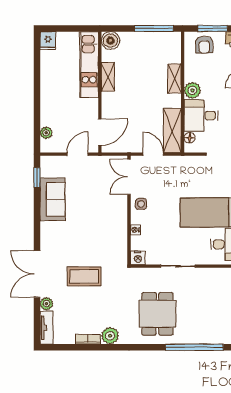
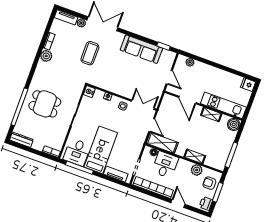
plant: (192, 90) -> (197, 170), moved
door: (100, 132) -> (187, 100), moved
door: (153, 154) -> (152, 125), hinge flipped
sofa: (53, 199) -> (141, 49), width x1.36
dining table: (157, 314) -> (45, 104), moved

